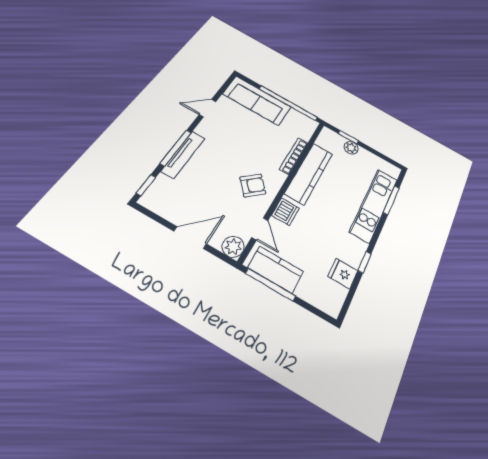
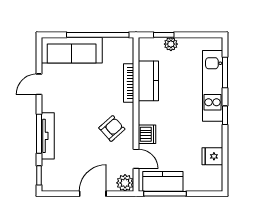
kitchen counter: (309, 173) -> (148, 81), width x0.67
window: (365, 262) -> (225, 115), moved

